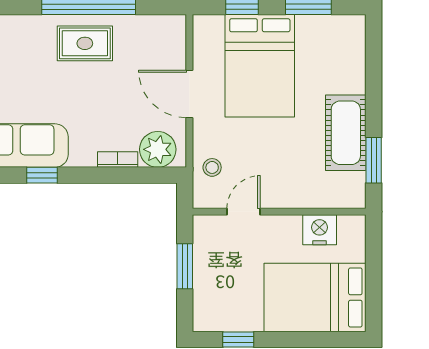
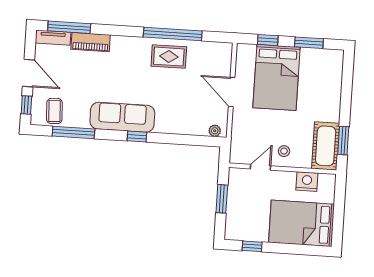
cot: (346, 133) -> (326, 146), moved
plant: (158, 149) -> (215, 131), width x0.53, depth x0.53
bookcase: (118, 159) -> (185, 130), removed
stool: (212, 167) -> (284, 151), moved

